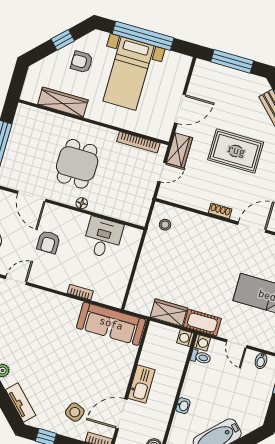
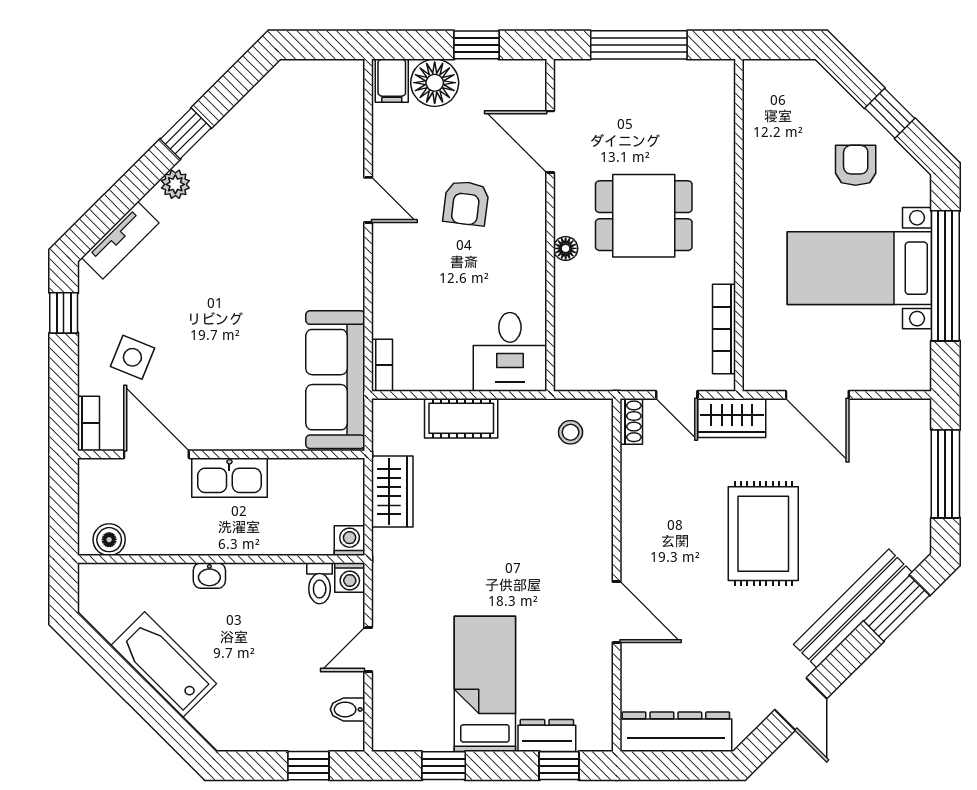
wardrobe: (63, 102) -> (762, 150), removed
door: (32, 196) -> (550, 142), hinge flipped
shoe rack: (220, 211) -> (631, 421), moved
desk: (103, 238) -> (510, 352), moved, turned 90
armchair: (48, 242) -> (466, 203), turned -83
door: (16, 280) -> (368, 200), moved
bookcase: (80, 292) -> (382, 365), moved
cot: (202, 323) -> (461, 418), moved, turned 90

